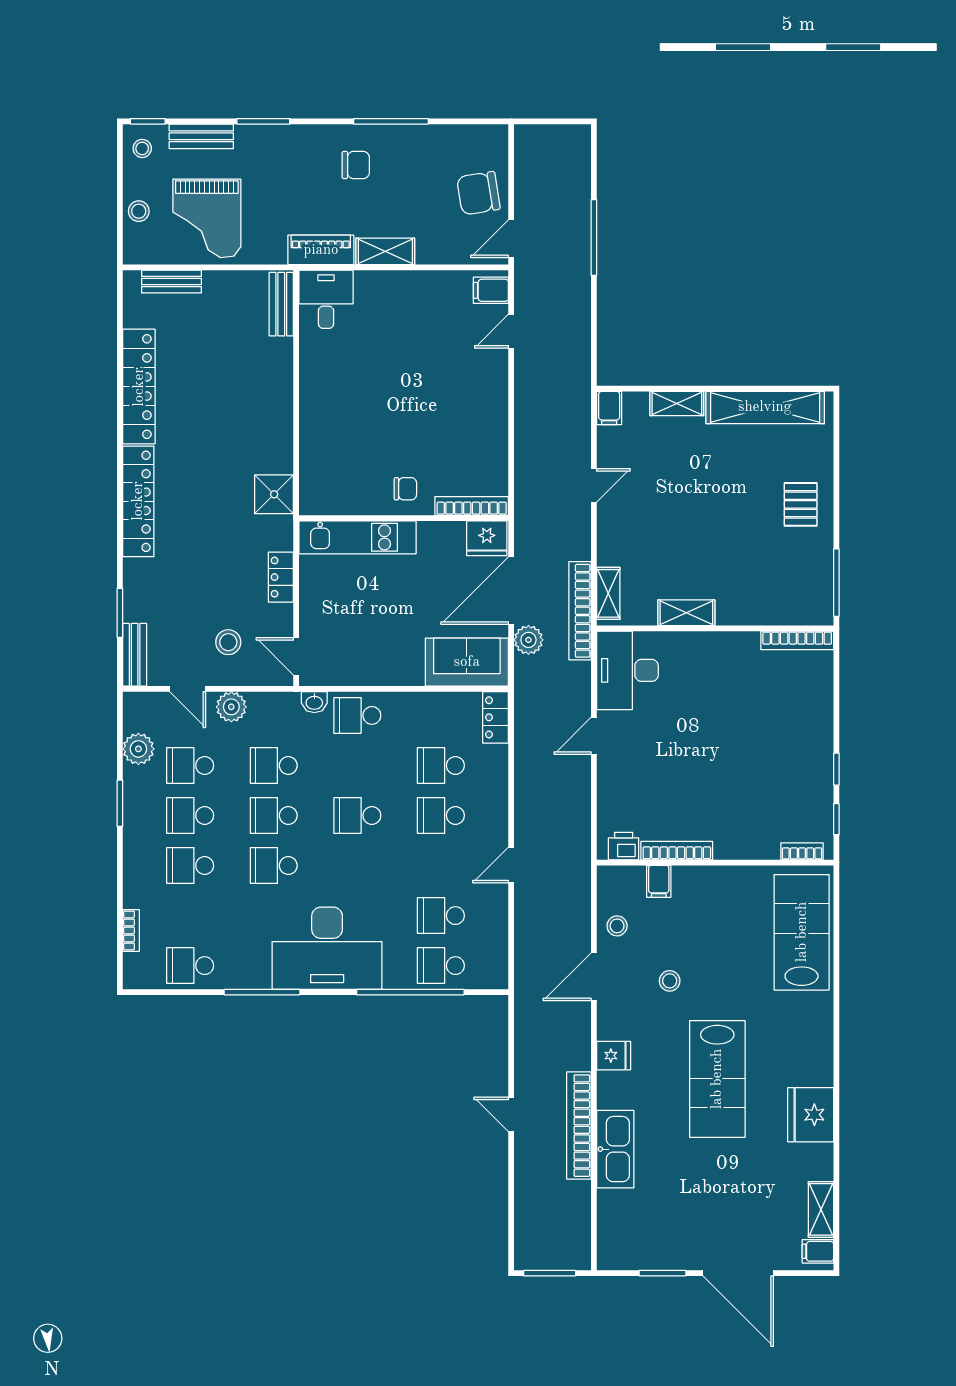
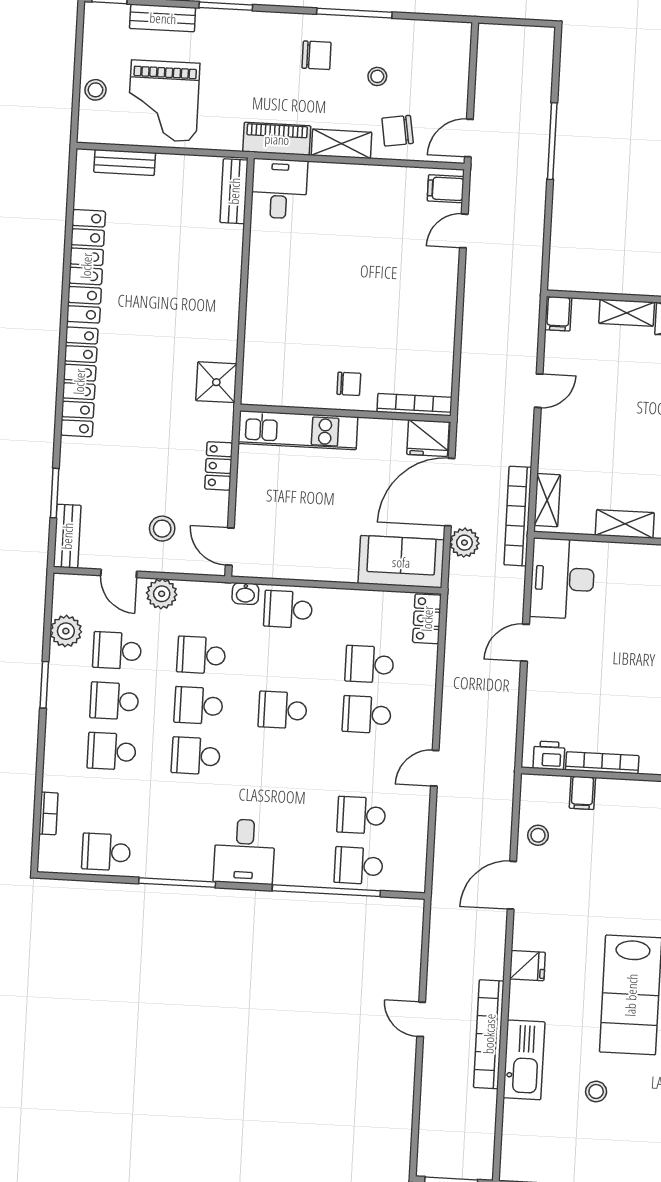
stool: (142, 148) -> (377, 76), moved
chair: (478, 193) -> (398, 131), moved, width x0.73, depth x0.73
desk: (327, 948) -> (244, 852), width x0.53, depth x0.77
stool: (670, 981) -> (596, 1092), moved

